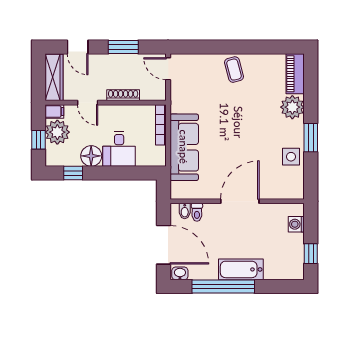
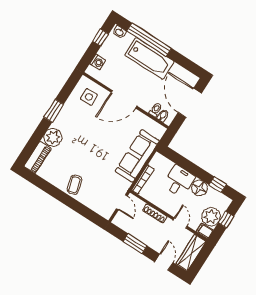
door: (168, 69) -> (122, 202), moved
side table: (291, 157) -> (89, 97), moved
bathtub: (241, 269) -> (149, 58), width x1.36, depth x1.36
washbasin: (180, 273) -> (119, 32), moved
window: (223, 286) -> (149, 40), moved

